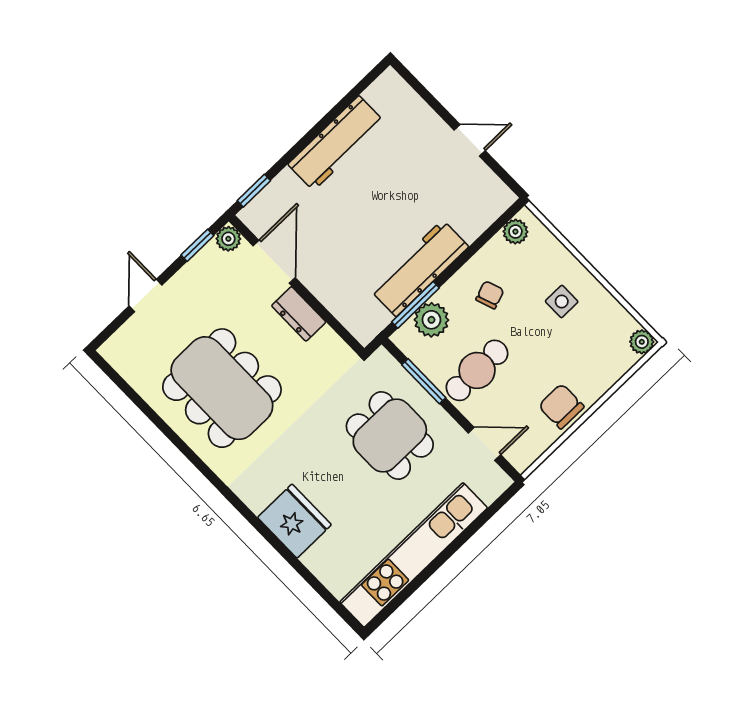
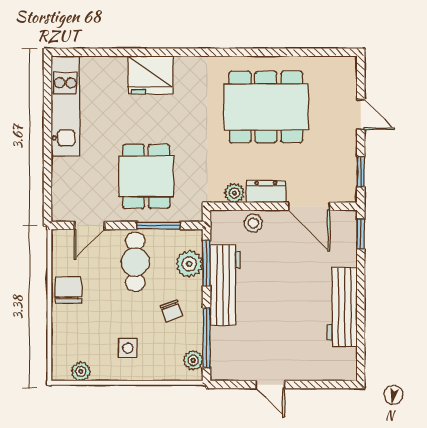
door: (470, 140) -> (270, 385), hinge flipped
plant: (228, 239) -> (234, 193), moved
window: (483, 239) -> (207, 338), added
stool: (338, 298) -> (253, 223), added
plant: (642, 342) -> (81, 371), moved
chair: (561, 406) -> (68, 290), turned -90
dining table: (390, 436) -> (146, 176), turned 90
kitchen unit: (414, 555) -> (65, 106), width x0.73

